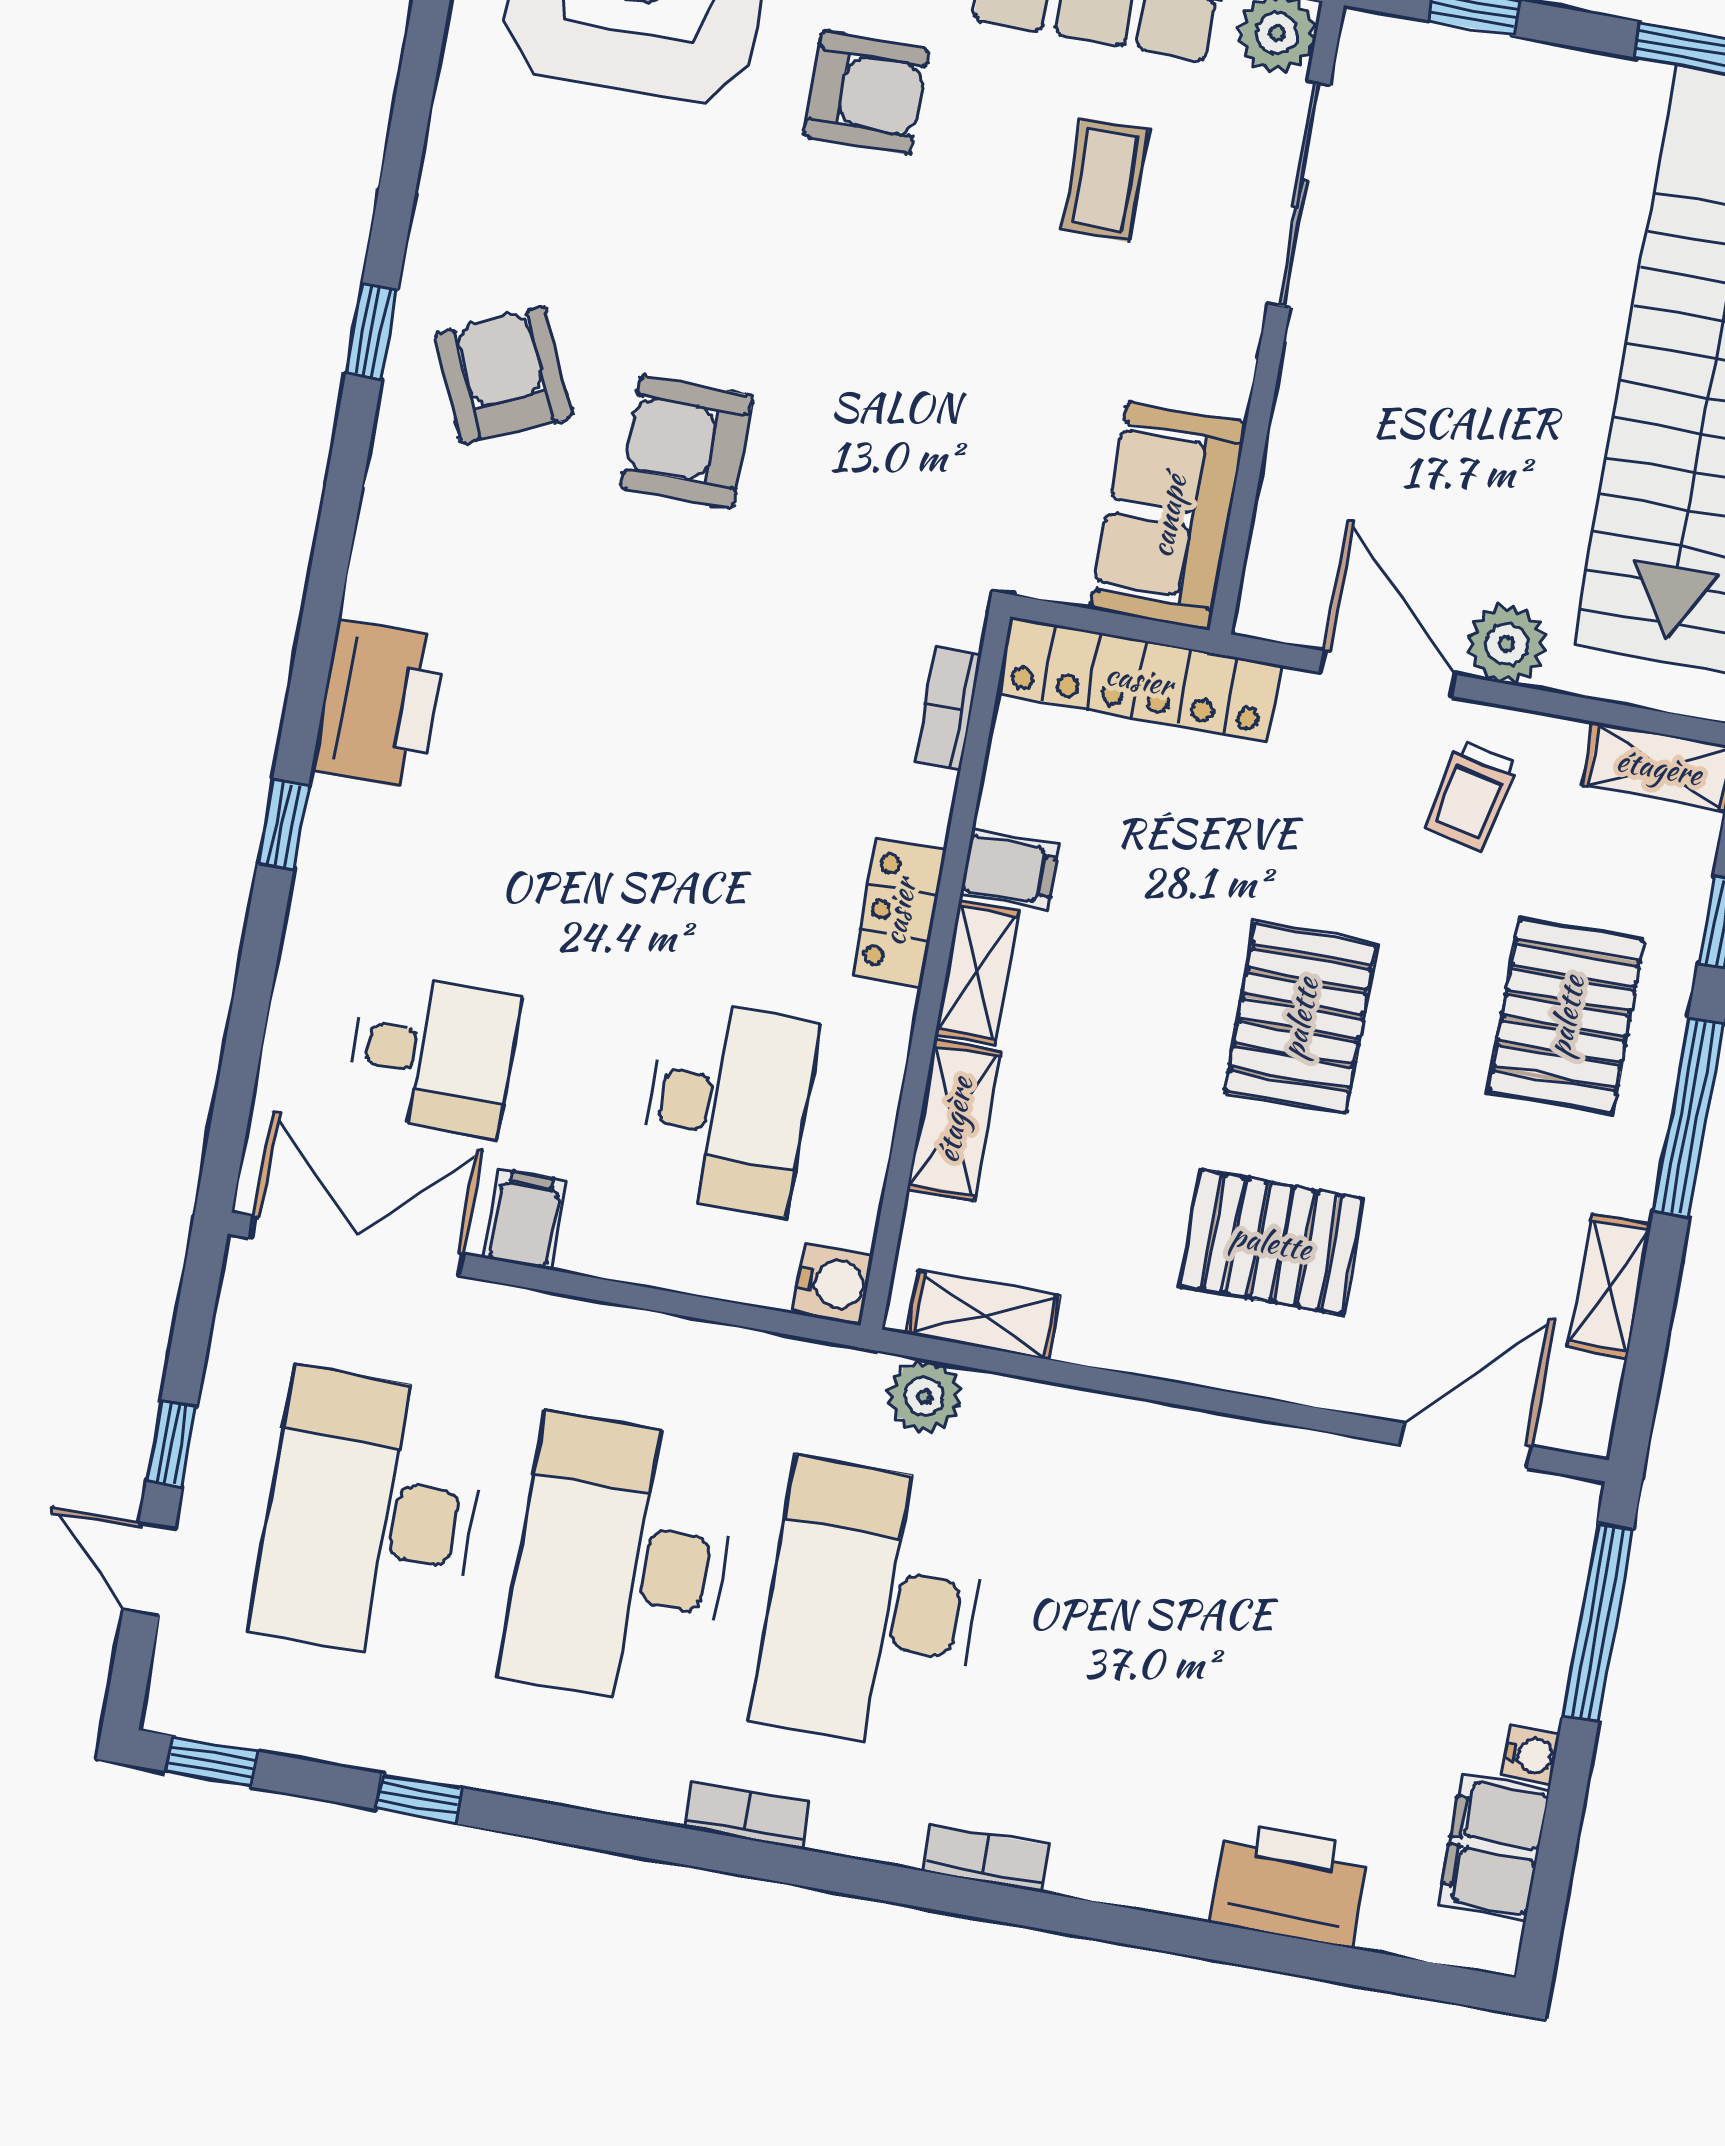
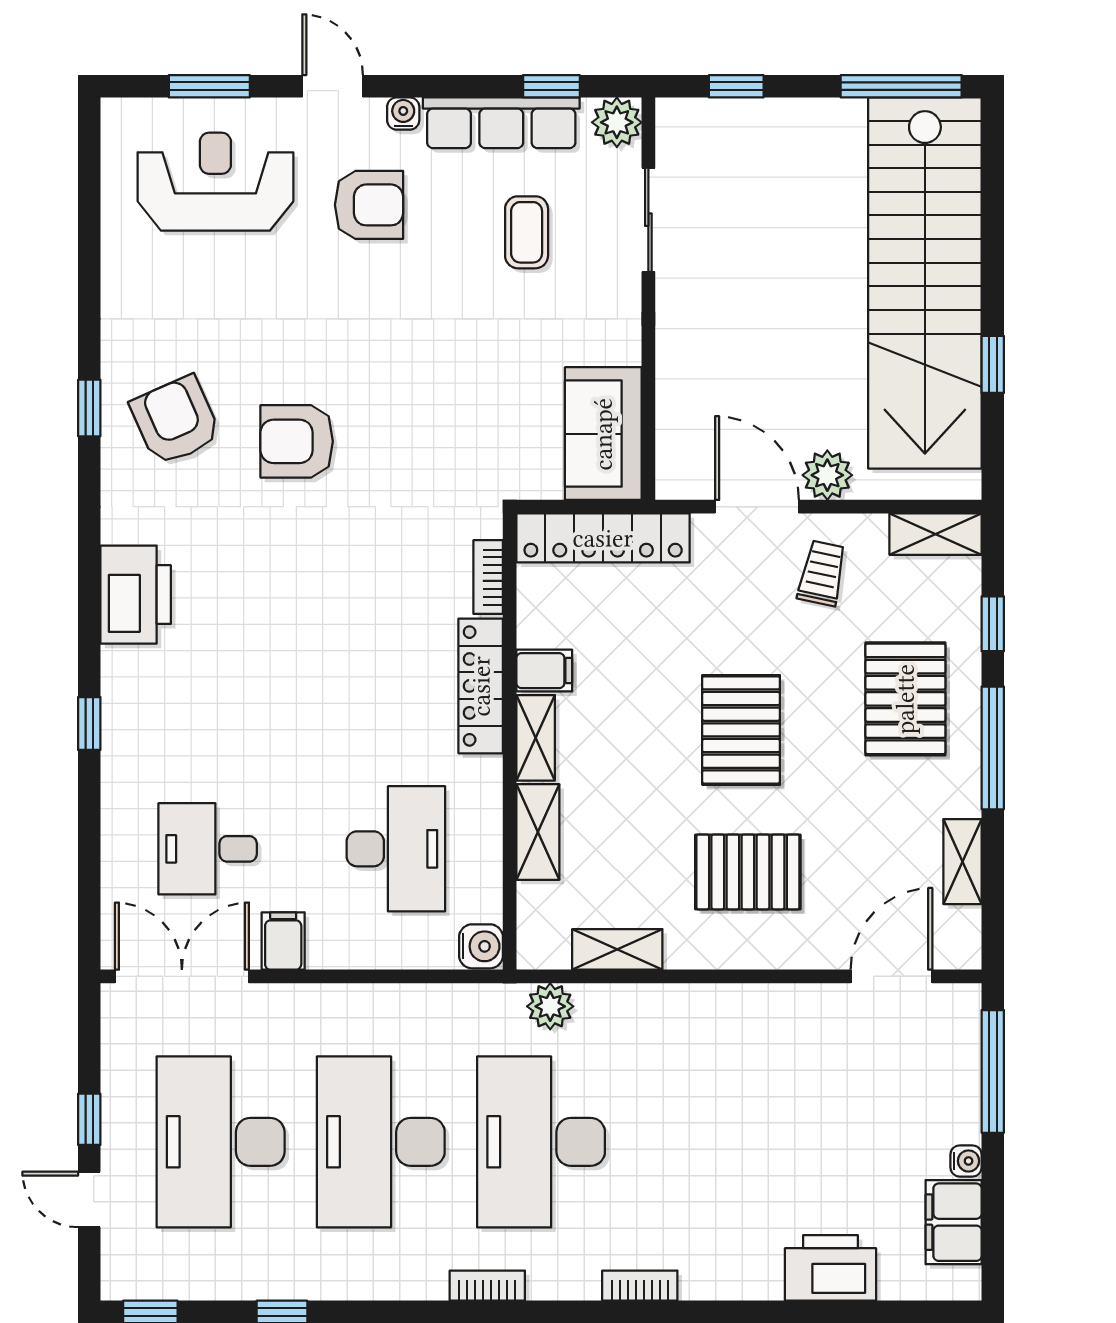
sliding door: (1299, 194) -> (648, 220), width x0.73
printer: (379, 705) -> (136, 595), moved
trolley: (1471, 796) -> (822, 573), turned 180
locker: (899, 912) -> (481, 686), width x1.53
desk: (433, 1054) -> (208, 849), turned 180
shelving: (984, 1315) -> (617, 949), moved

